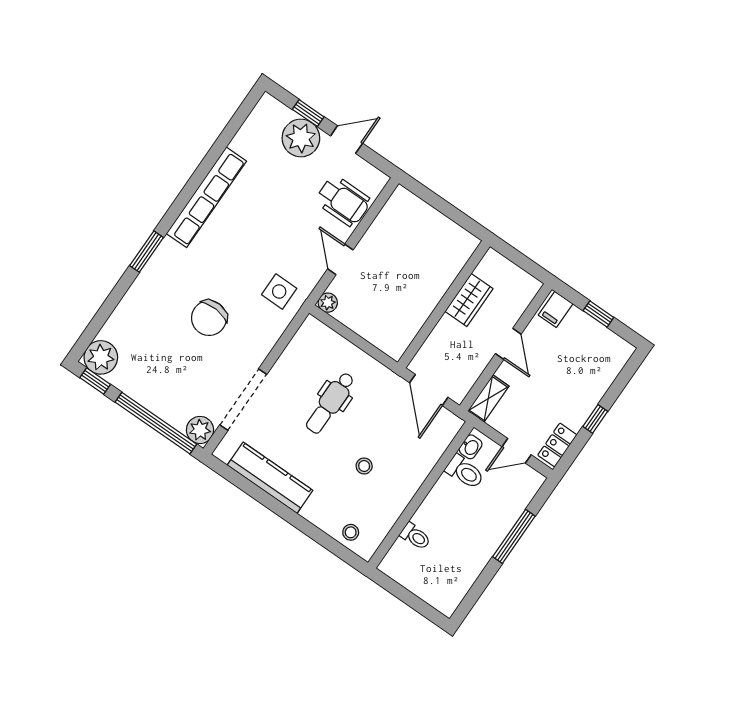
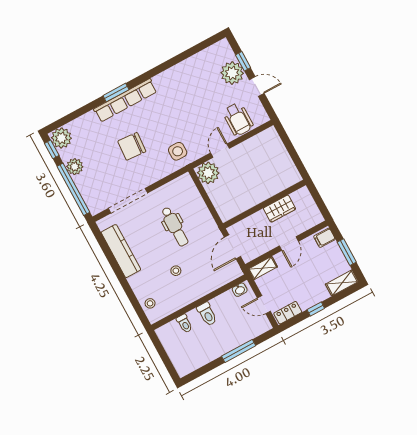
row of seats: (206, 197) -> (125, 100), moved
plant: (328, 303) -> (208, 173), width x1.88, depth x1.88
window: (598, 314) -> (347, 252), width x1.50
shelving: (614, 362) -> (342, 283), added
dental chair: (330, 403) -> (175, 227), turned -90
plant: (200, 430) -> (75, 167), moved
toilet: (465, 472) -> (207, 314), moved

